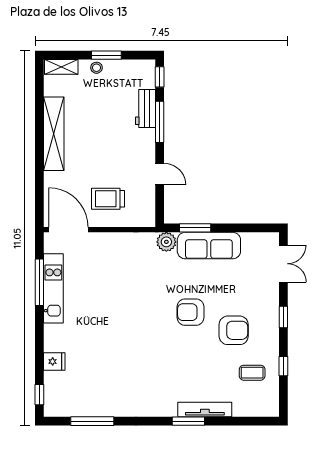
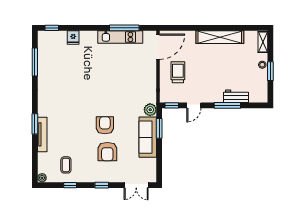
window: (160, 77) -> (172, 105), moved
armchair: (234, 330) -> (107, 152), moved
plant: (272, 410) -> (42, 178), added

